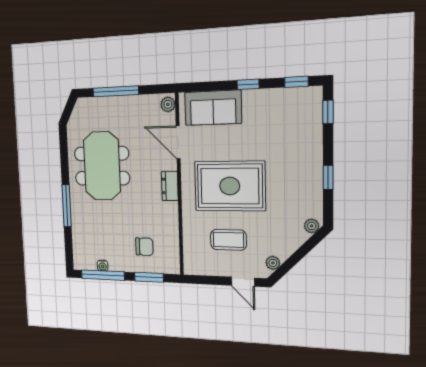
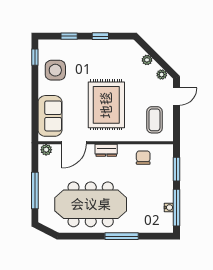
window: (248, 84) -> (35, 90), removed
window: (328, 112) -> (69, 36), moved
side table: (277, 113) -> (55, 70), added
meeting table: (102, 166) -> (91, 204), width x1.36
plant: (312, 226) -> (147, 60), moved
coffee table: (228, 240) -> (154, 120), moved
chair: (144, 247) -> (143, 158), moved

